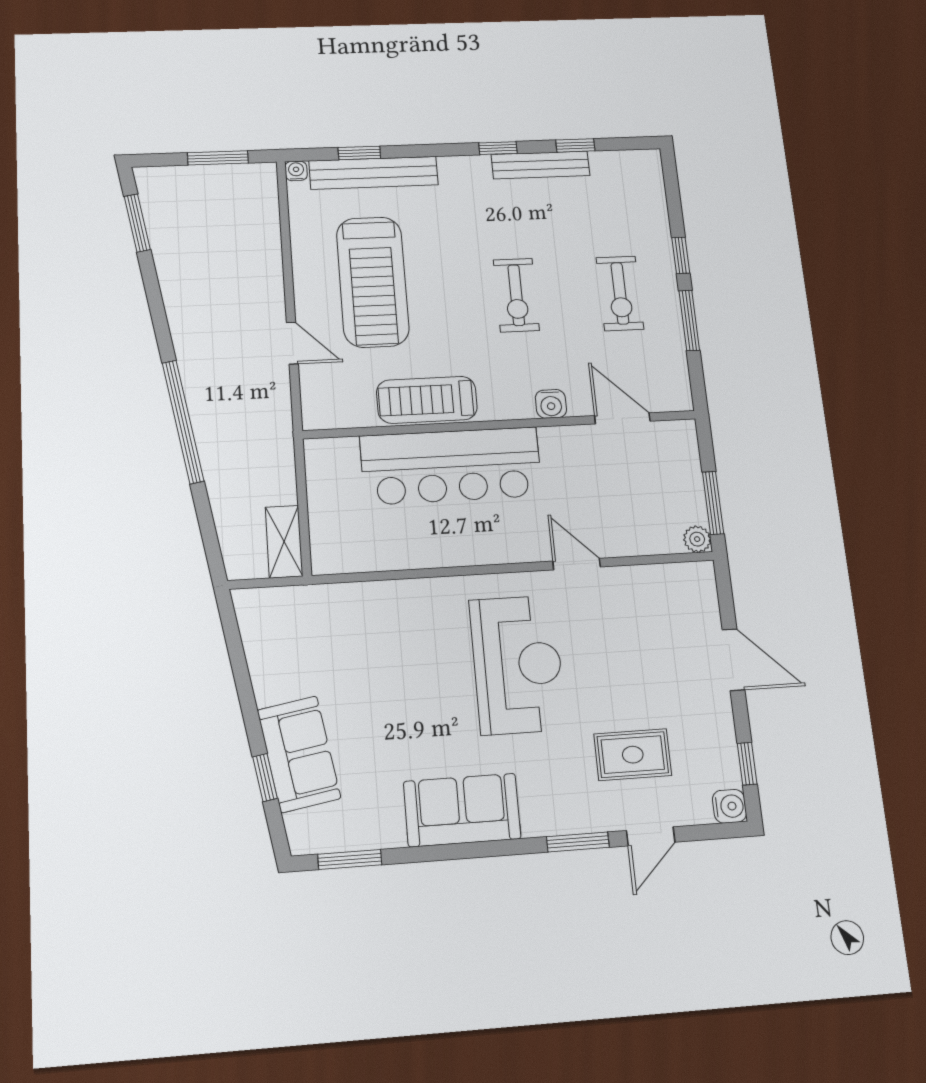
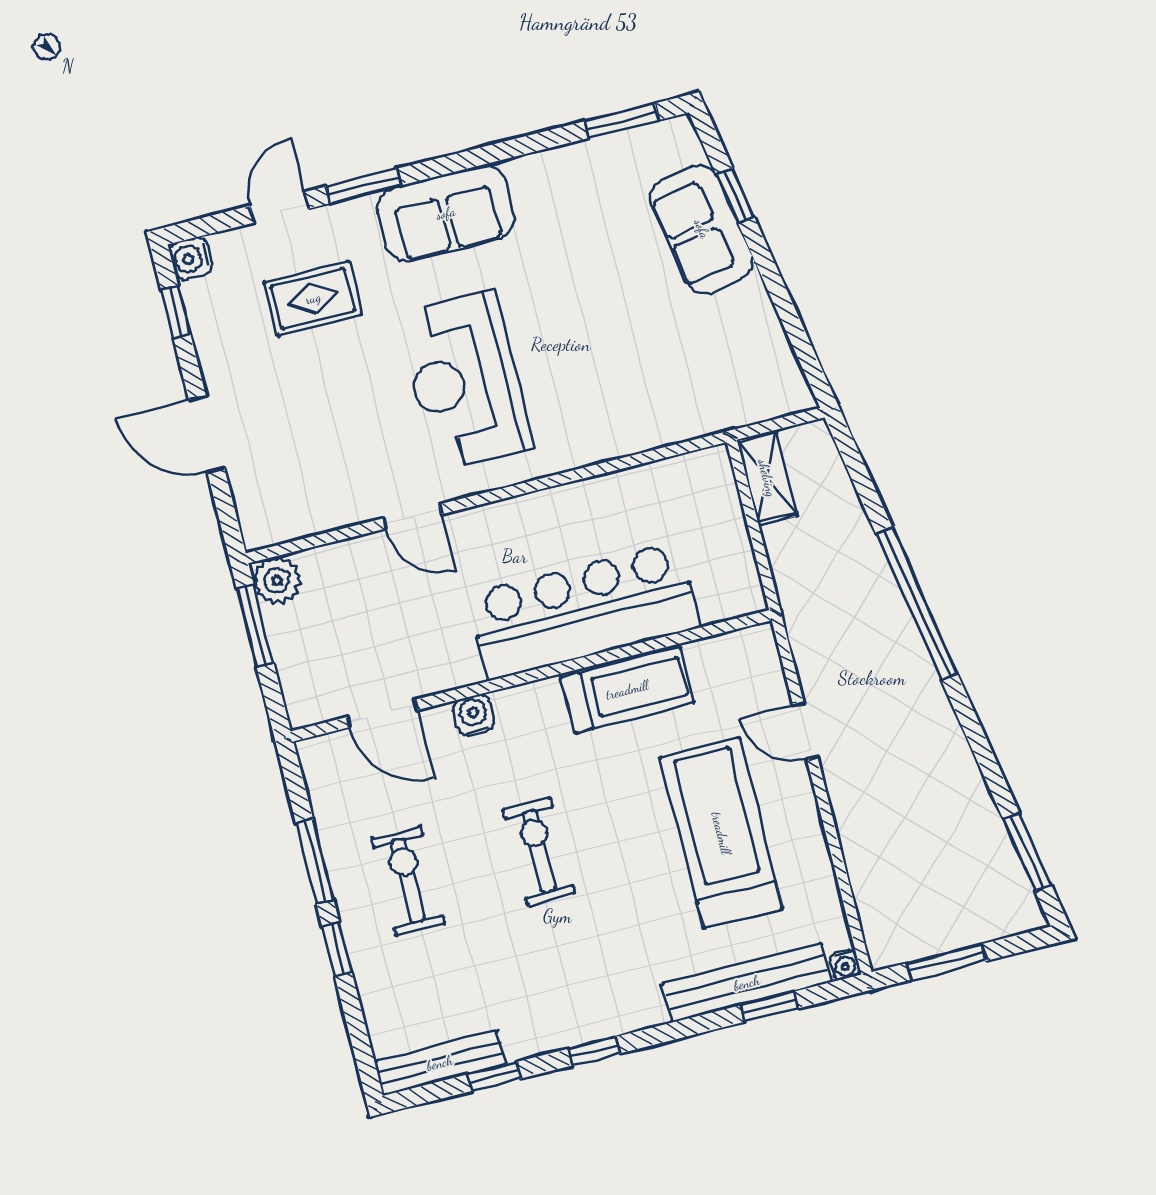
bench: (541, 165) -> (440, 1063), moved
plant: (697, 539) -> (277, 580), width x1.38, depth x1.38
sofa: (462, 810) -> (446, 213), moved

